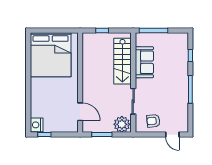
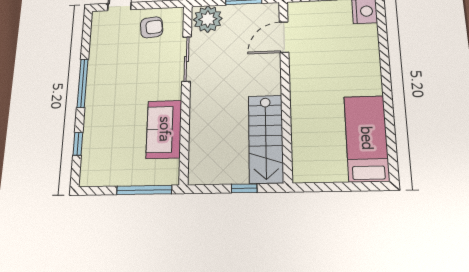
bed: (51, 55) -> (366, 138), width x0.49
stairs: (122, 61) -> (266, 139), moved, turned 180
door: (80, 112) -> (284, 37), hinge flipped

